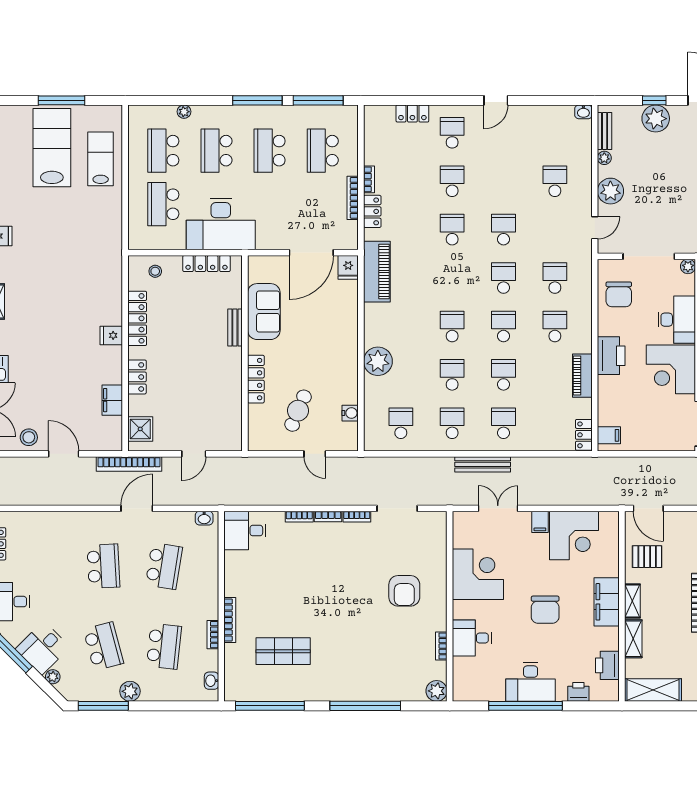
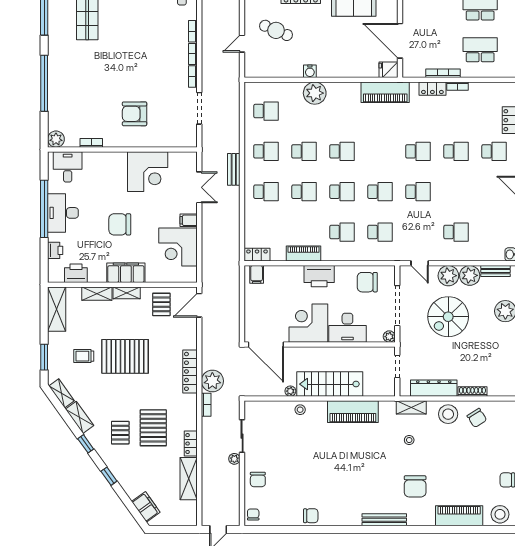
plant: (604, 158) -> (470, 275), width x1.88, depth x1.88
spiral stairs: (663, 191) -> (448, 317), added
water cooler: (350, 413) -> (310, 71), moved
bench: (483, 464) -> (234, 169), width x0.73
desk: (472, 638) -> (68, 167), moved

